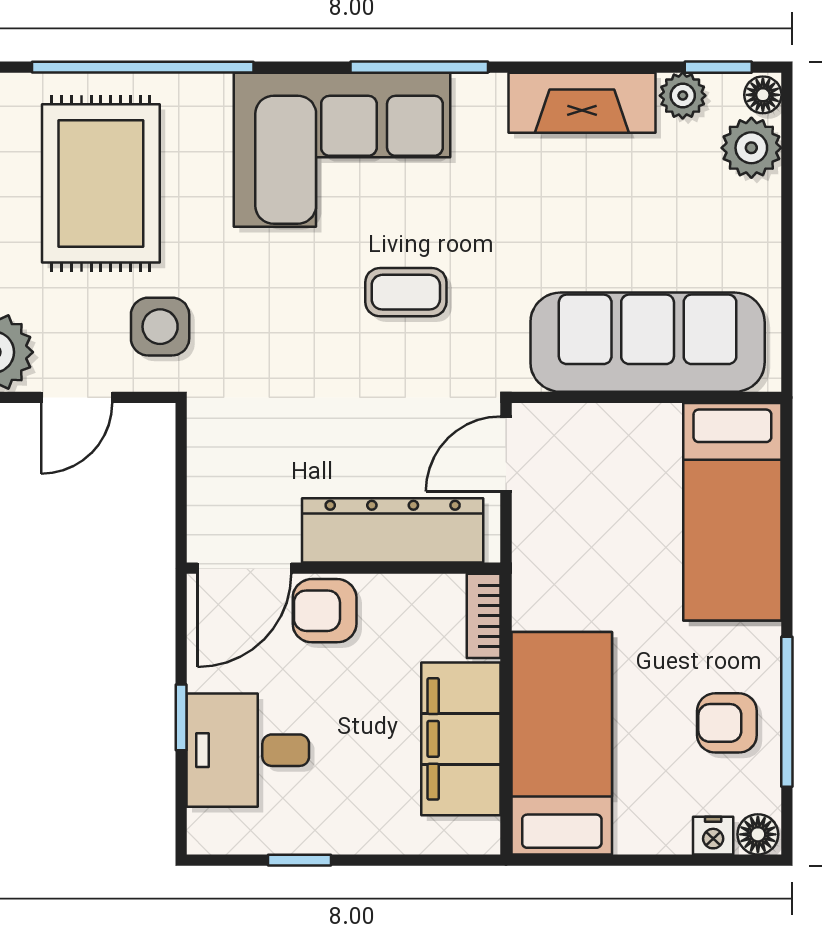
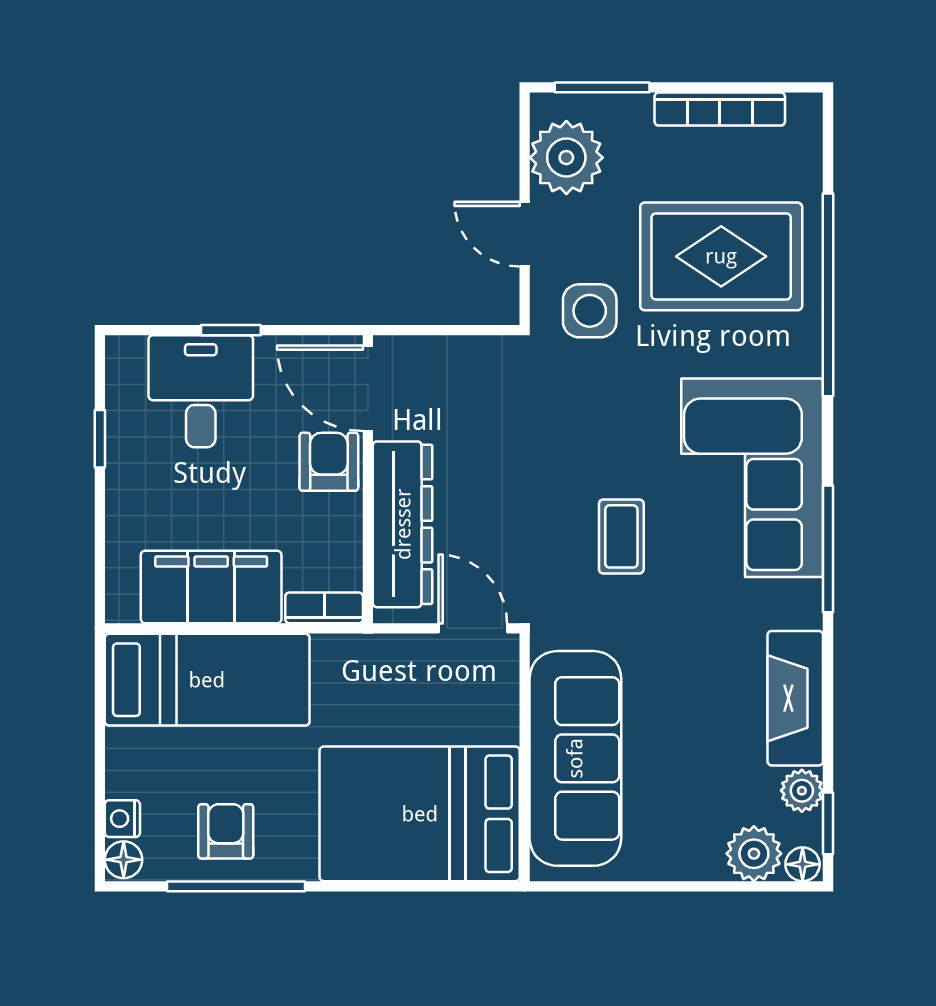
bed: (732, 512) -> (420, 814), width x1.50

